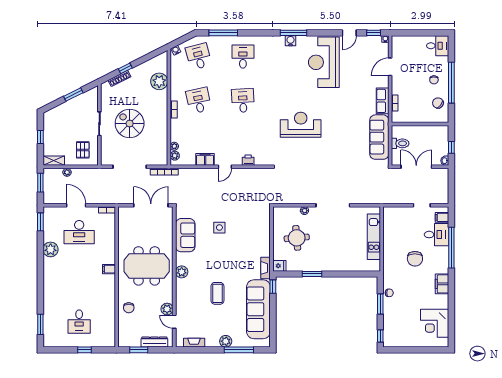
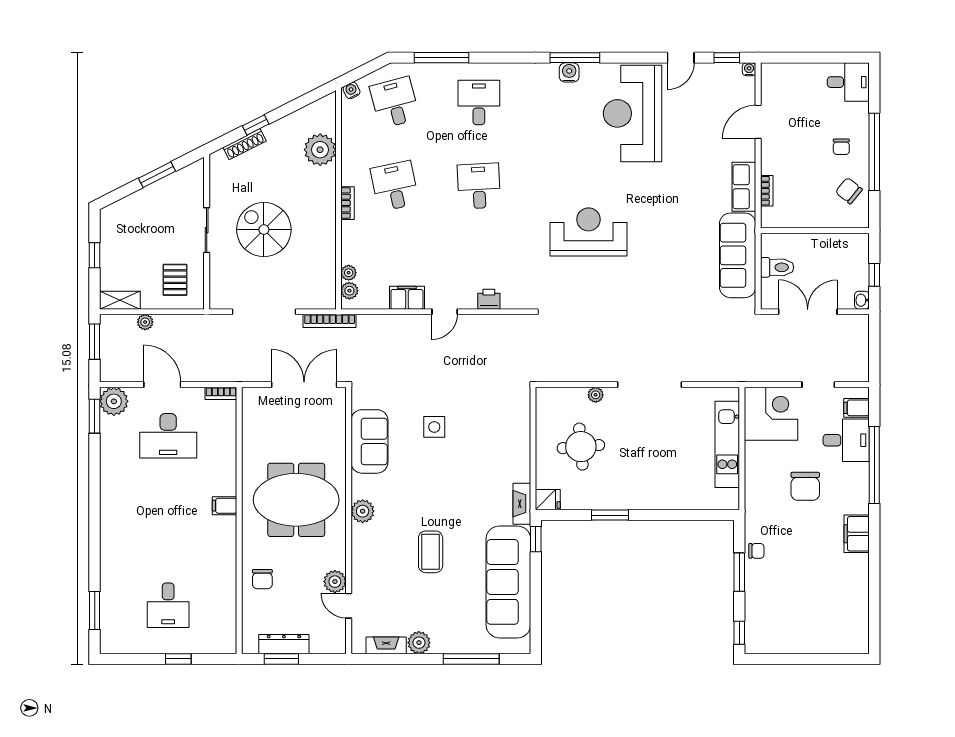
plant: (51, 249) -> (114, 401), moved
corner desk: (435, 323) -> (771, 414), moved, turned 180
plant: (226, 341) -> (419, 643), moved
dresser: (154, 342) -> (284, 644), moved

